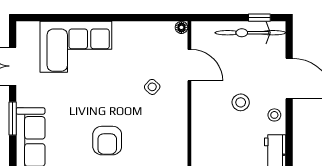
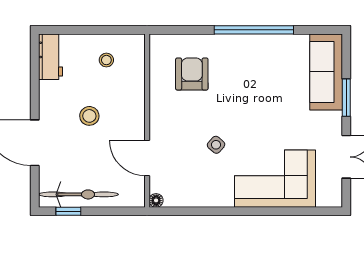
side table: (152, 87) -> (216, 145), moved
stool: (274, 115) -> (106, 60), moved
armchair: (107, 141) -> (192, 74), moved

